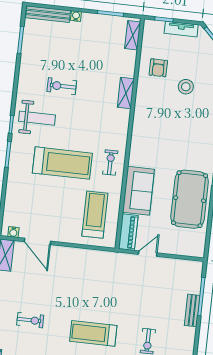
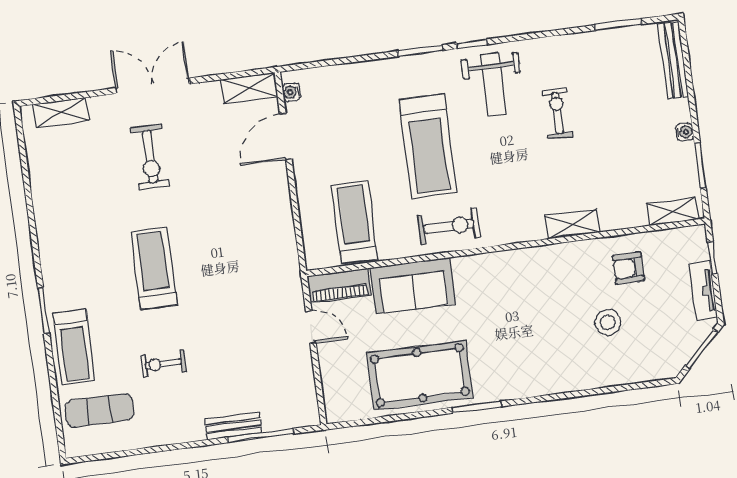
water cooler: (76, 16) -> (685, 132), moved
exercise bike: (110, 162) -> (449, 226), width x1.38, depth x1.39
treadmill: (95, 215) -> (355, 222), turned -90
exercise bike: (30, 320) -> (150, 157), width x1.38, depth x1.39

